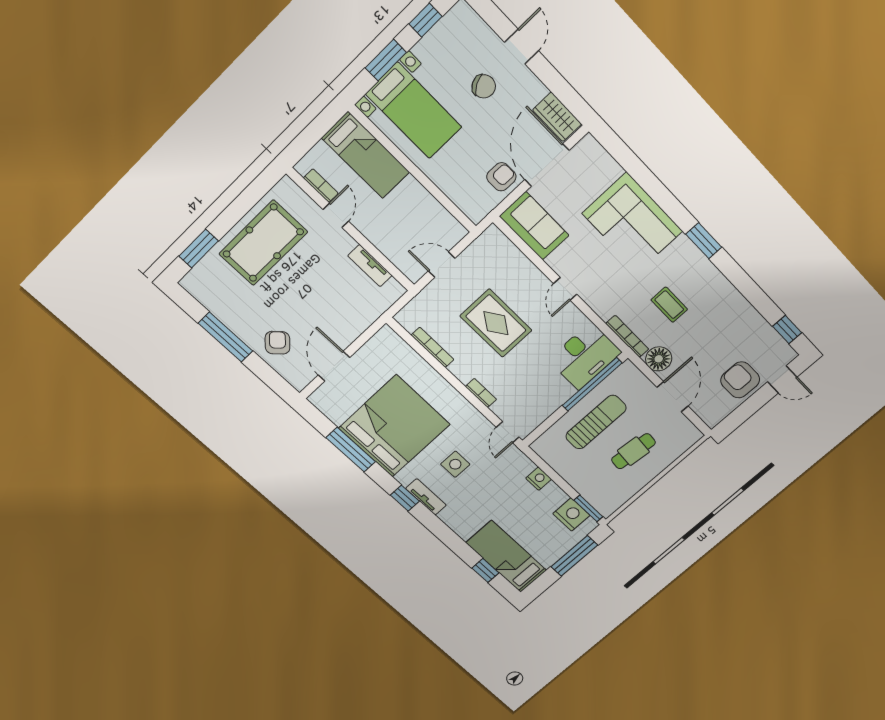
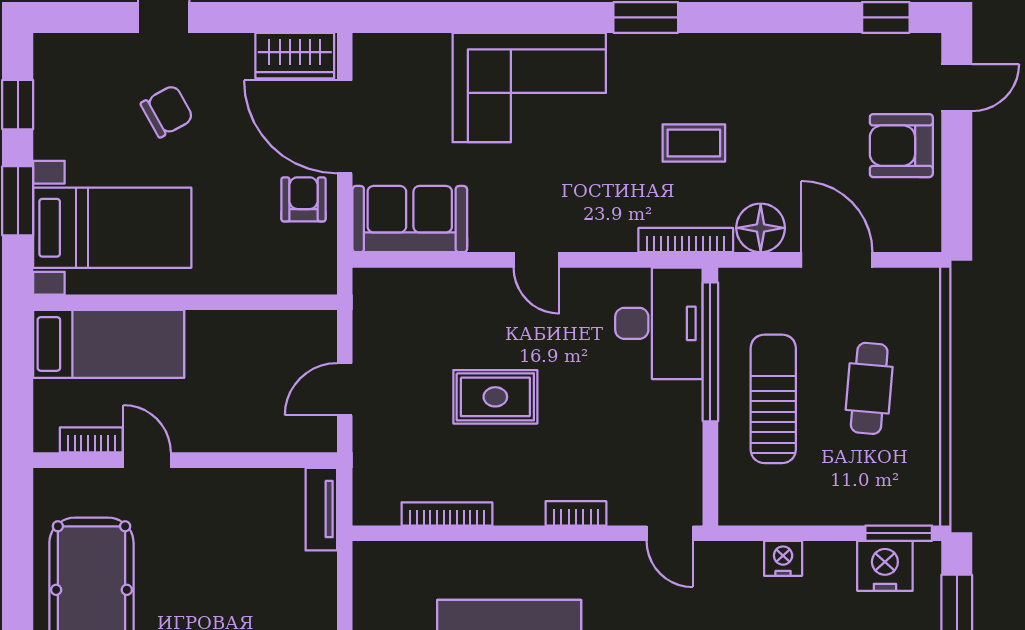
tv unit: (370, 266) -> (321, 509), moved, turned 90
rug: (496, 323) -> (495, 397), width x0.73, depth x0.70

